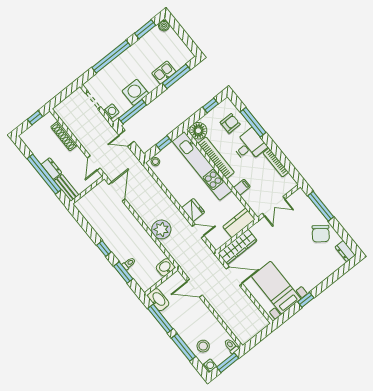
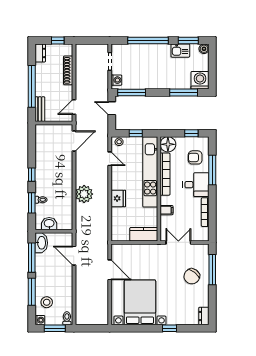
kitchen sink: (164, 73) -> (180, 51), moved, turned 180
washing machine: (135, 92) -> (200, 80), moved
armchair: (230, 123) -> (195, 157), turned 180
dresser: (51, 169) -> (40, 53), moved
double door: (274, 206) -> (178, 242), swing flipped
door: (198, 231) -> (110, 159), moved
chair: (321, 234) -> (192, 276), moved
wardrobe: (238, 247) -> (129, 251), removed
washbasin: (165, 267) -> (49, 224), moved
bed with nightstands: (276, 288) -> (140, 302), width x1.36
window: (306, 300) -> (170, 328), moved

